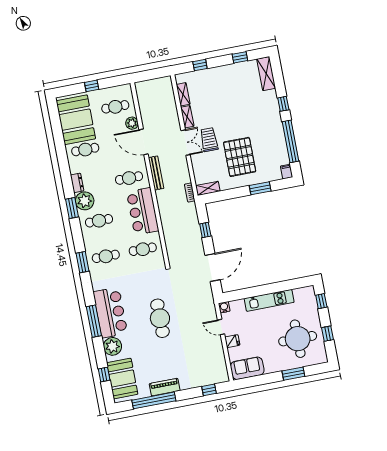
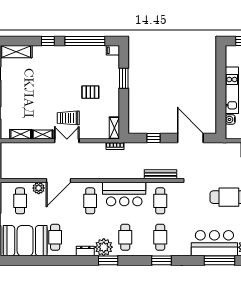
pallet: (240, 157) -> (90, 92), width x0.49, depth x0.50
bench: (156, 173) -> (160, 174), moved
water cooler: (224, 307) -> (230, 119), moved

